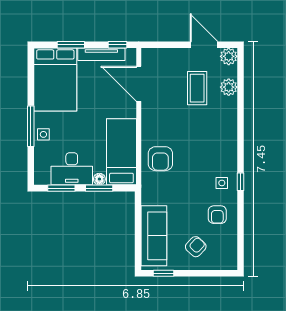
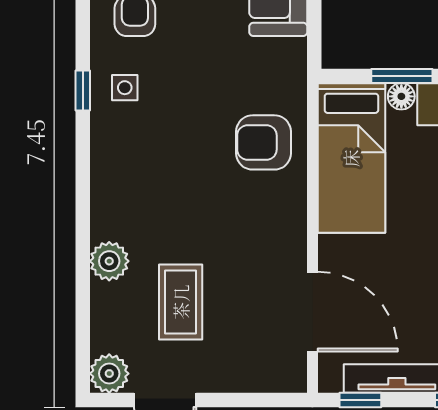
plant: (229, 87) -> (109, 261), moved
armchair: (160, 159) -> (264, 142), turned -90

